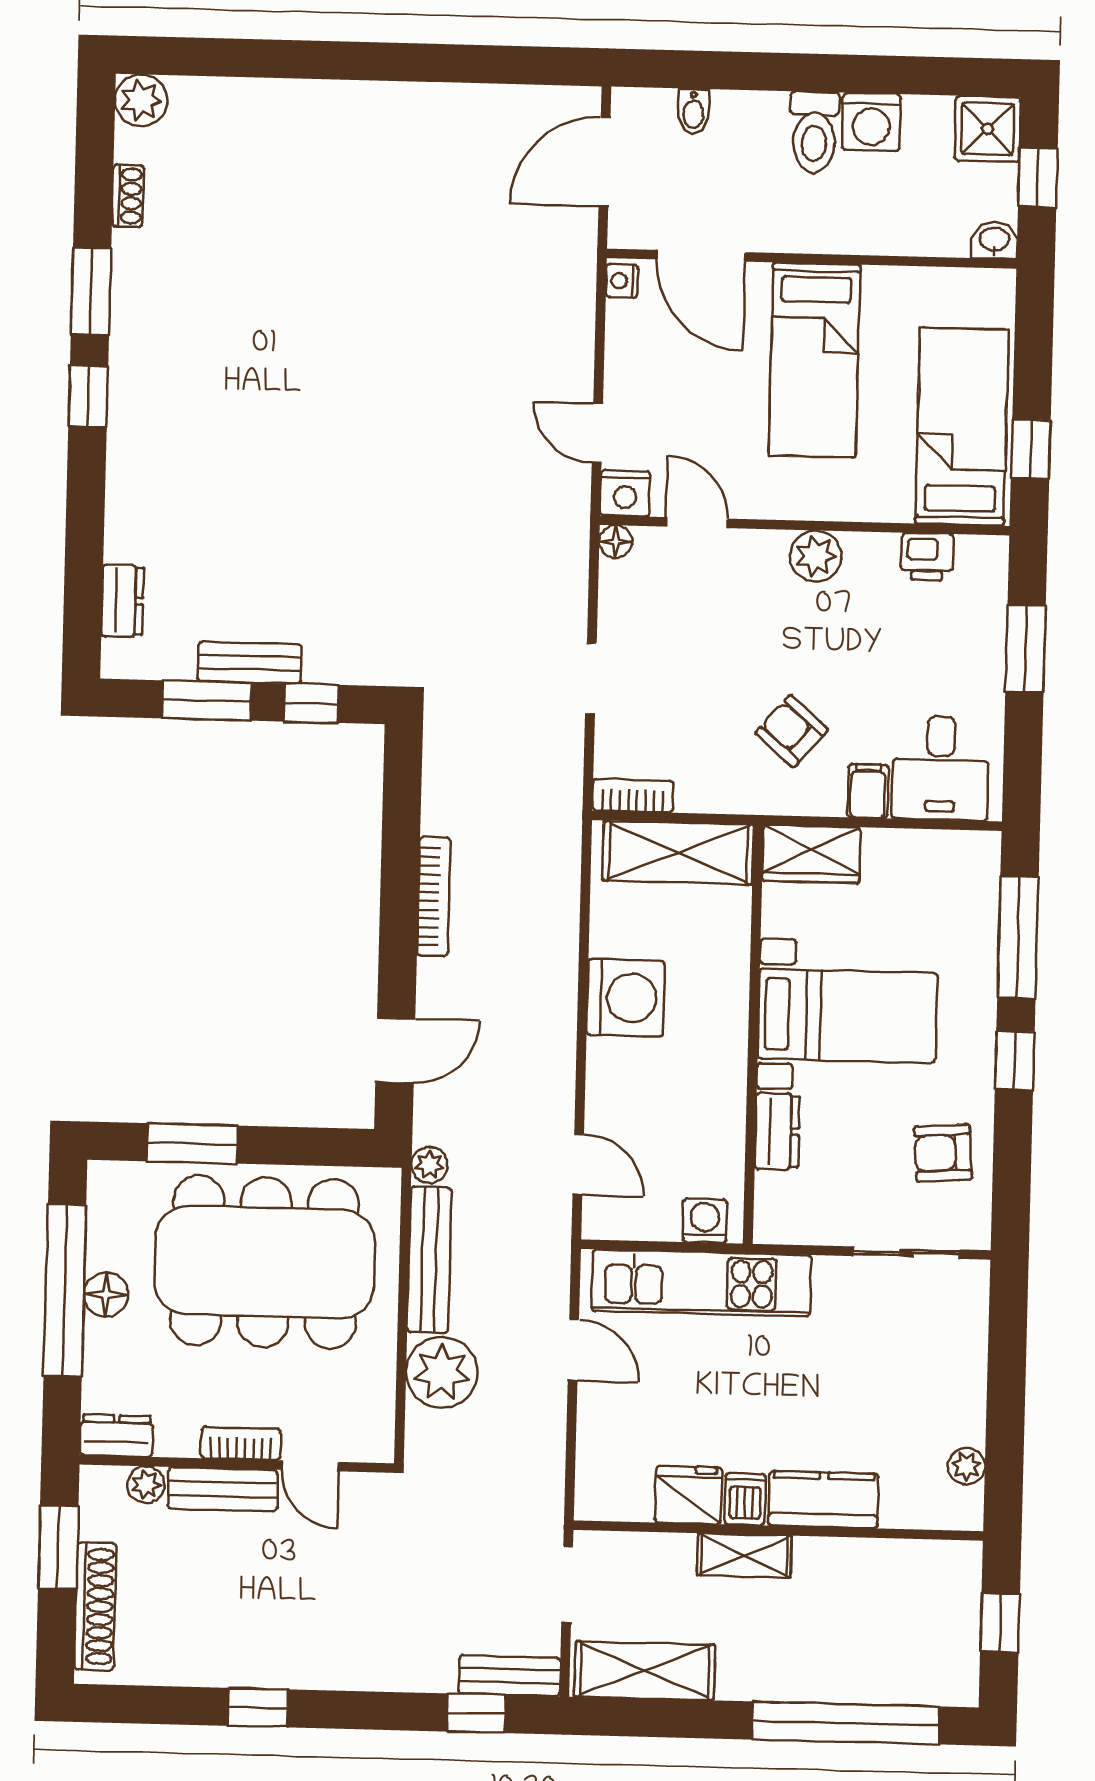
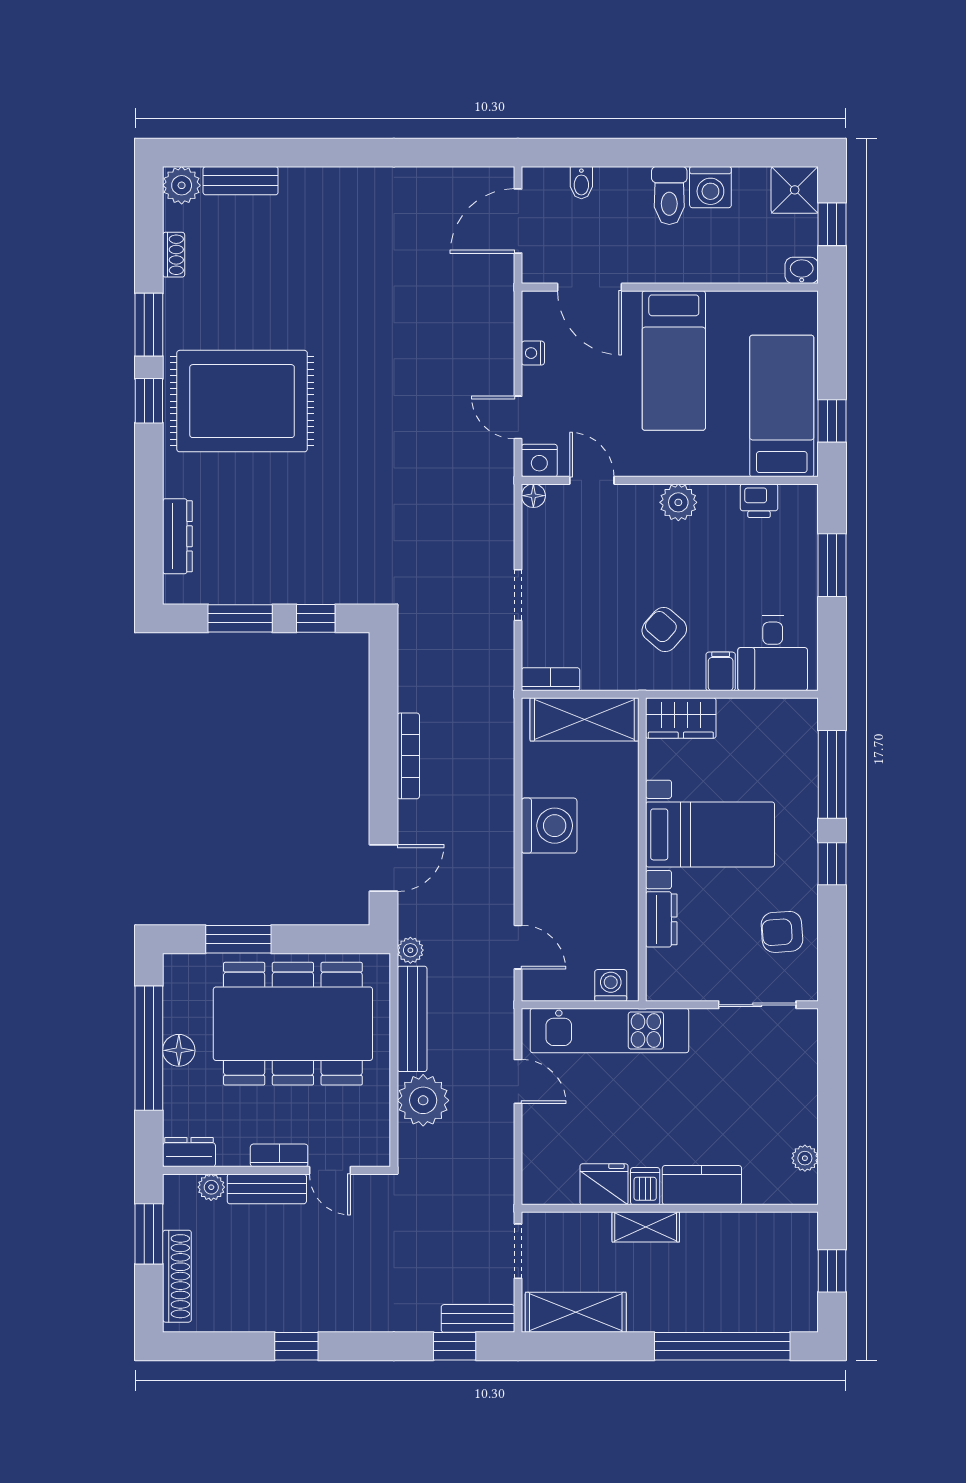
nightstand: (622, 281) -> (533, 353), moved
rug: (217, 400) -> (242, 401), added
dresser: (122, 601) -> (177, 536), width x1.44
bench: (249, 663) -> (241, 181), moved

